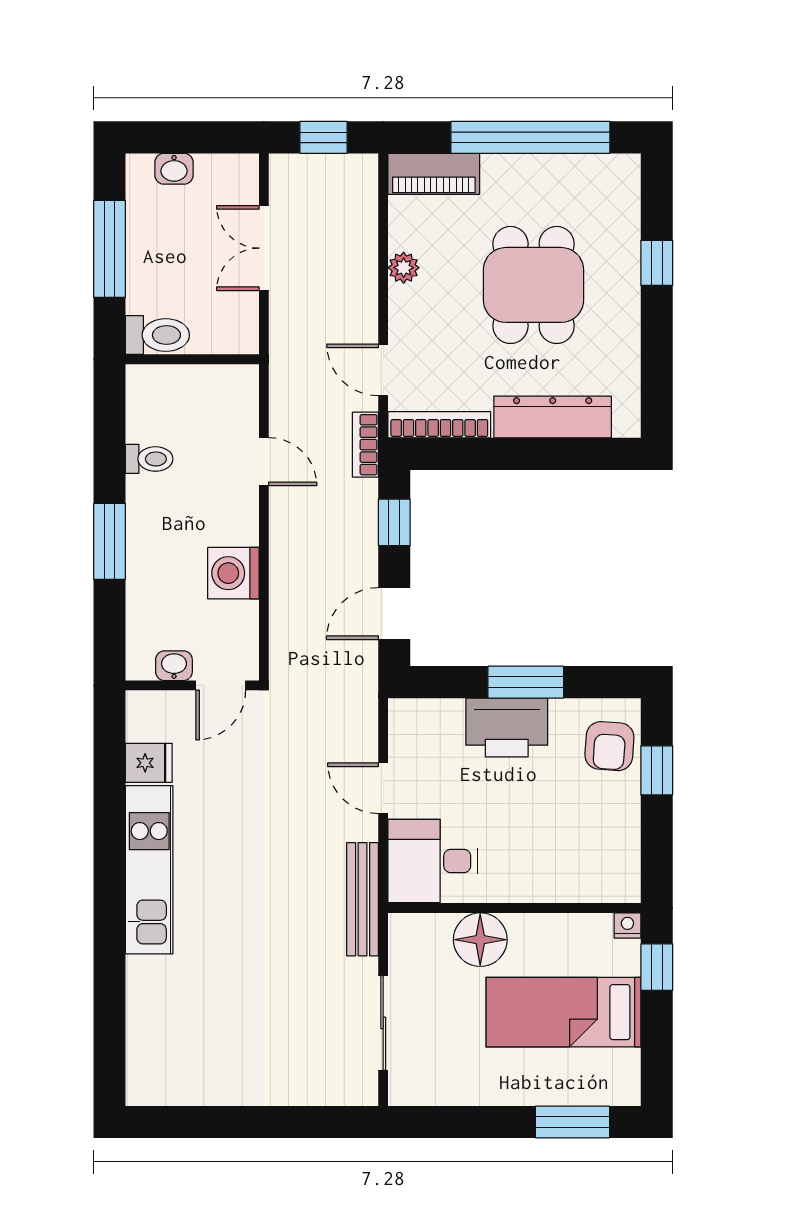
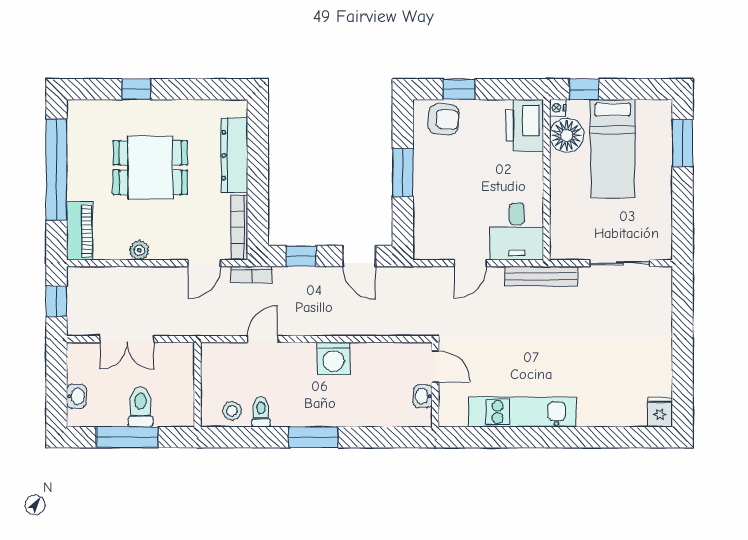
toilet: (157, 335) -> (141, 407), moved
stool: (151, 413) -> (232, 411), added
washbasin: (174, 666) -> (423, 396), moved
wall: (192, 685) -> (435, 385), moved
door: (221, 685) -> (435, 366), moved
printer: (507, 727) -> (525, 125), moved, turned 180
fridge: (149, 763) -> (660, 412), moved
floor lamp: (480, 940) -> (567, 135), moved

